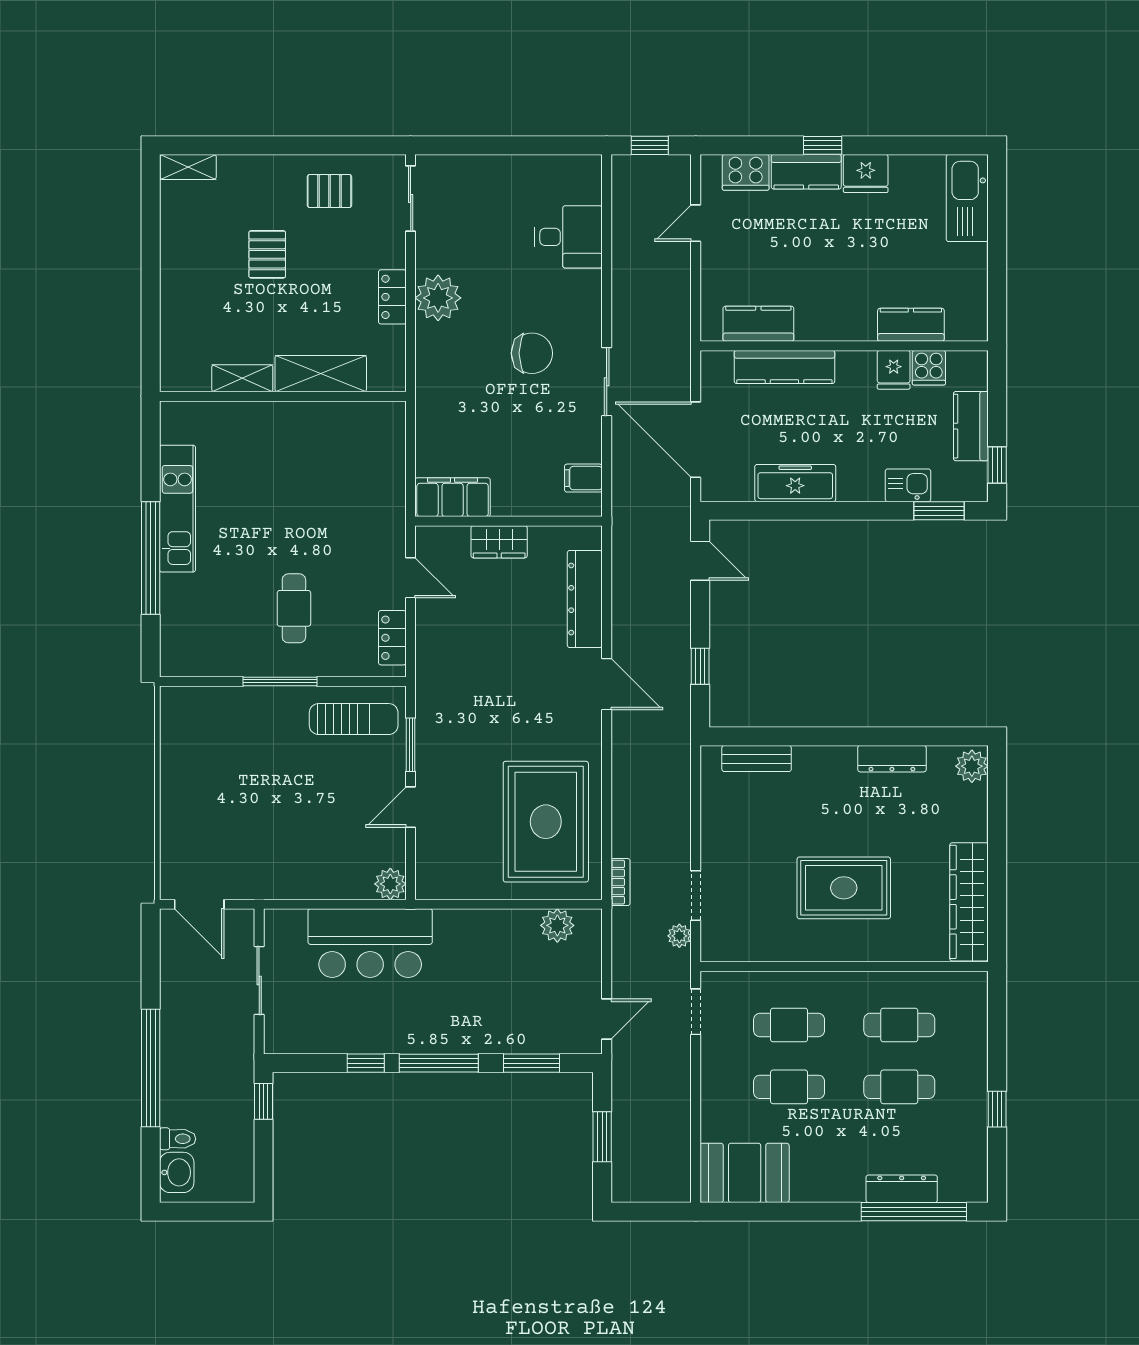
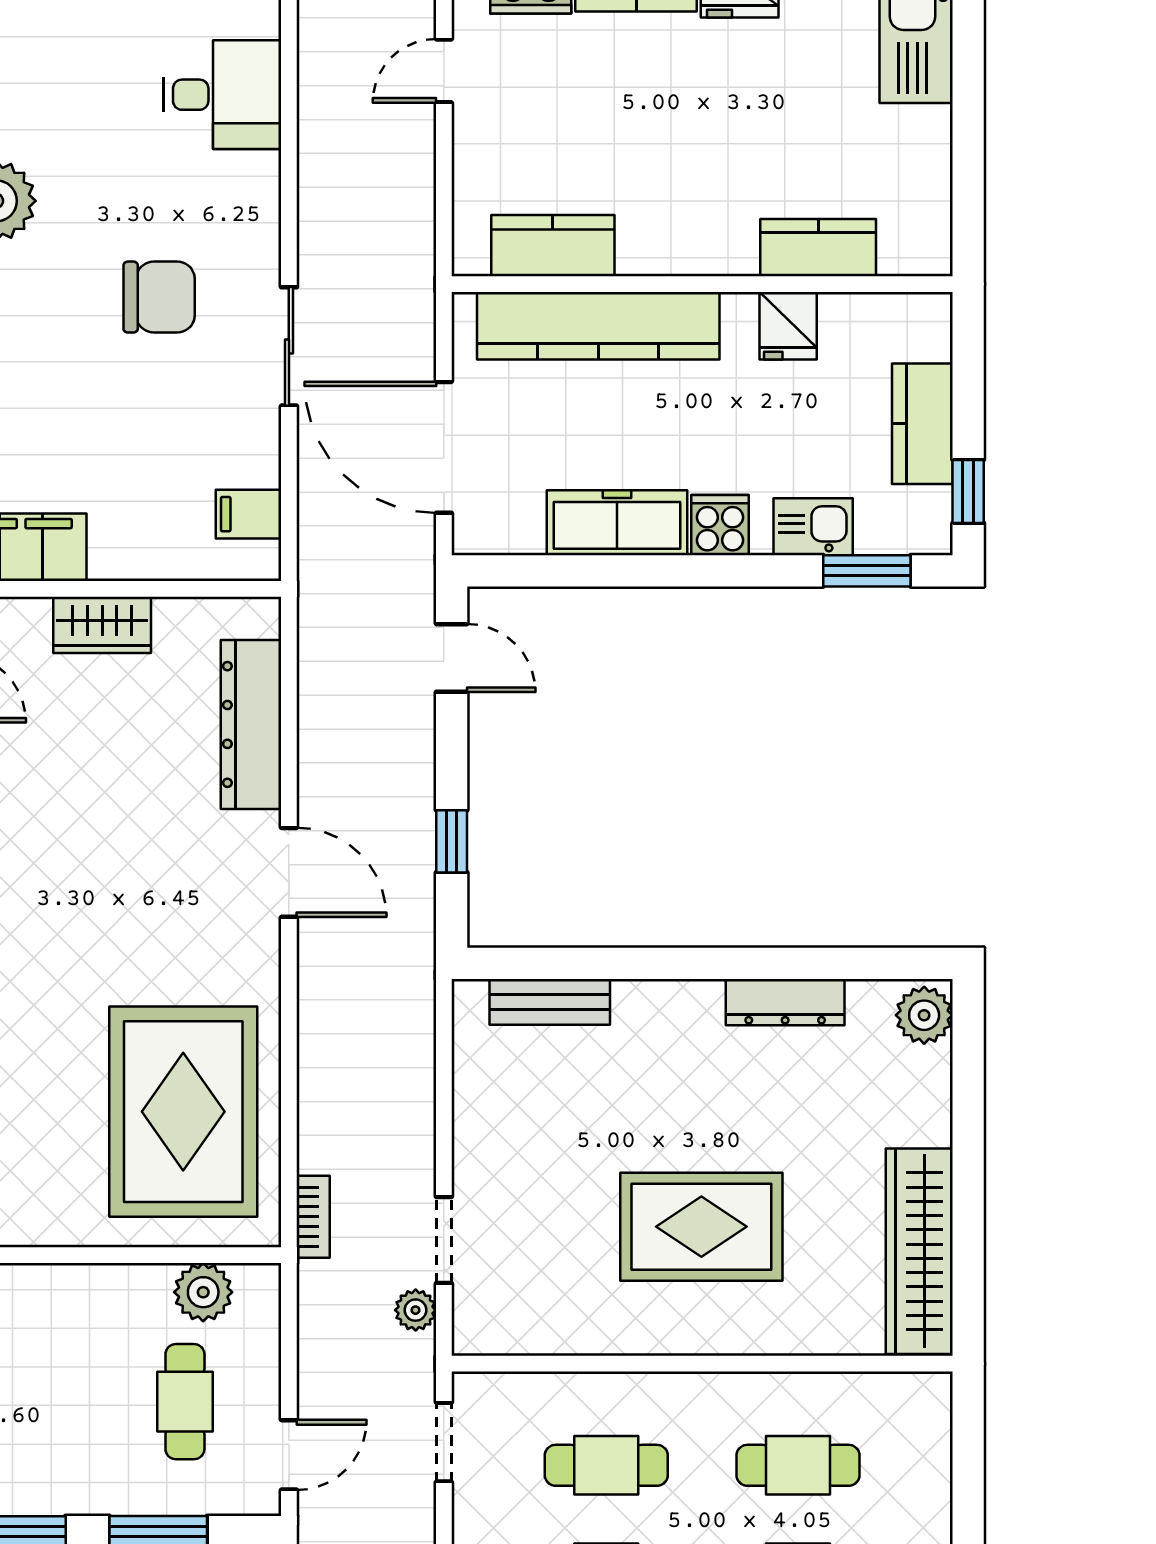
kitchen counter: (784, 367) -> (598, 326), width x1.39, depth x1.17
cooker: (929, 368) -> (720, 525), moved, turned 180
cafe table: (547, 988) -> (185, 1402), added

